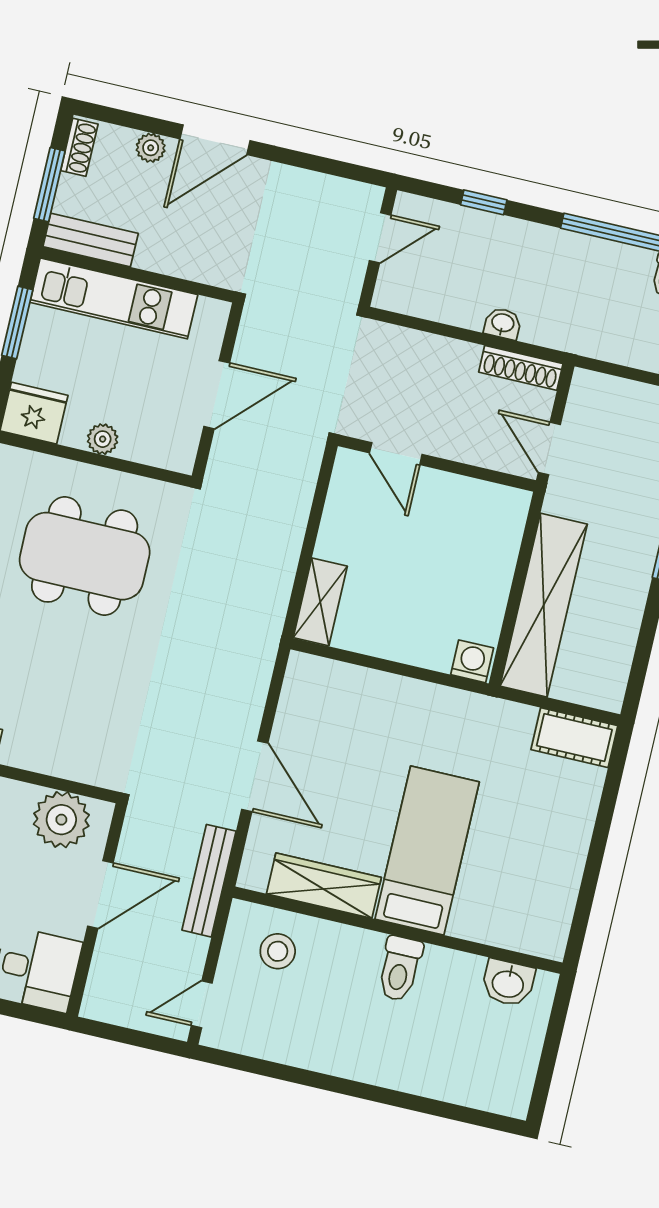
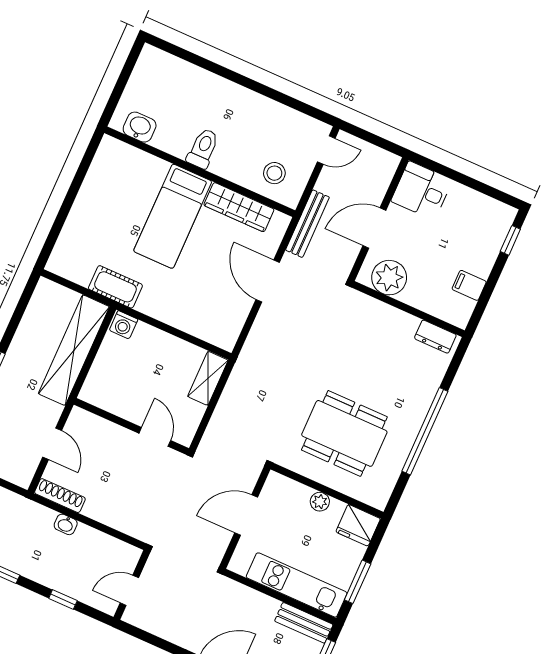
door: (396, 454) -> (155, 437), moved
wall: (437, 463) -> (131, 426), moved
cot: (574, 738) -> (115, 287), moved

